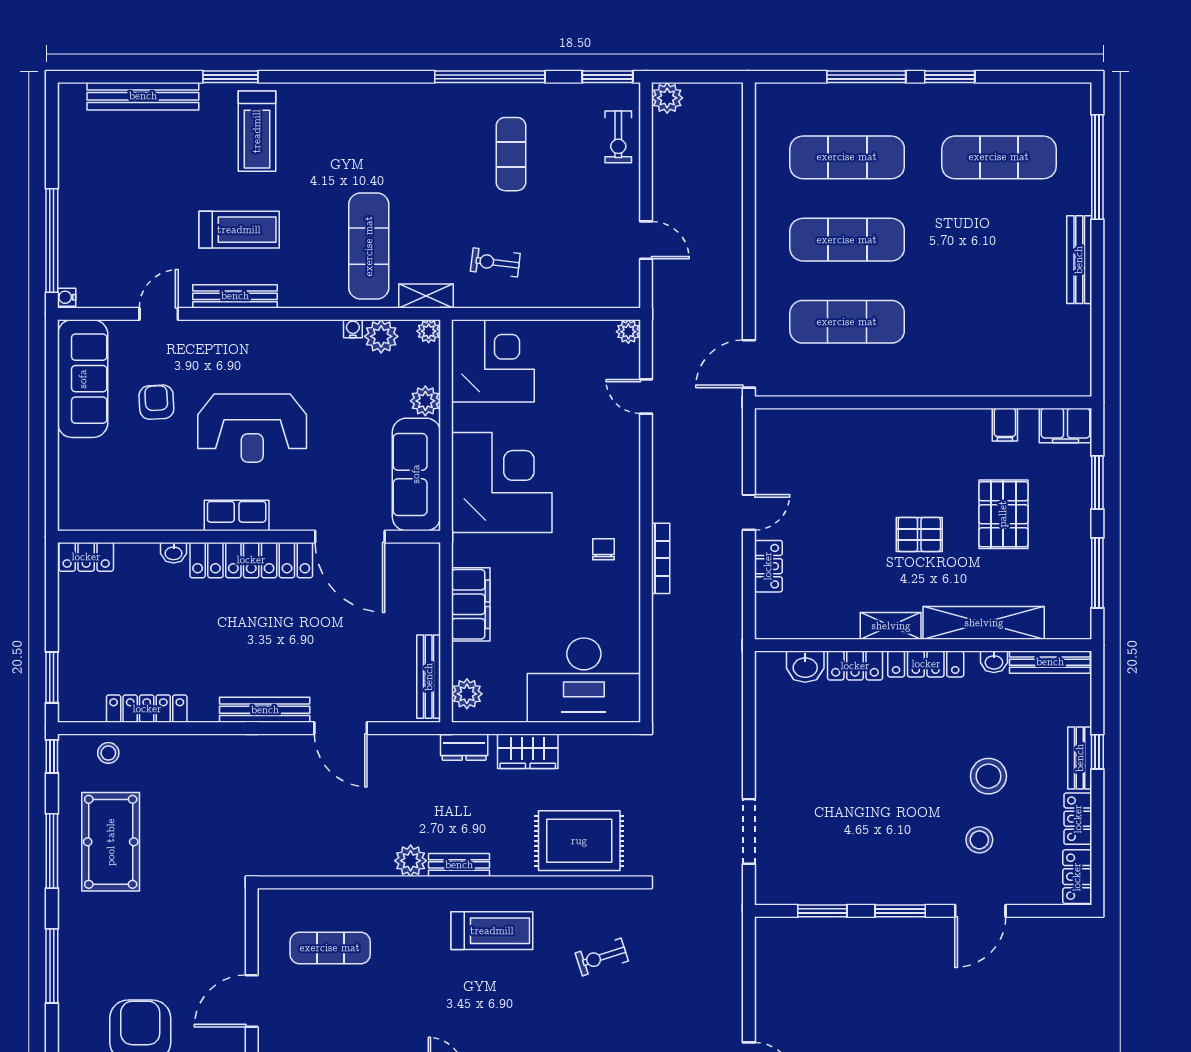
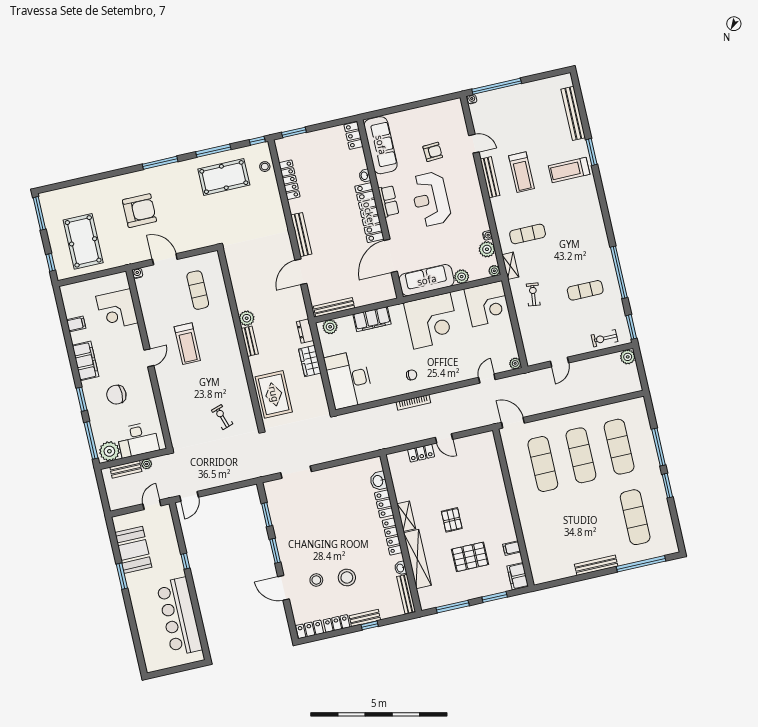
exercise mat: (369, 246) -> (528, 234), width x0.73, depth x0.69
sofa: (83, 379) -> (381, 145), moved, turned -90
treadmill: (492, 931) -> (187, 344), moved

